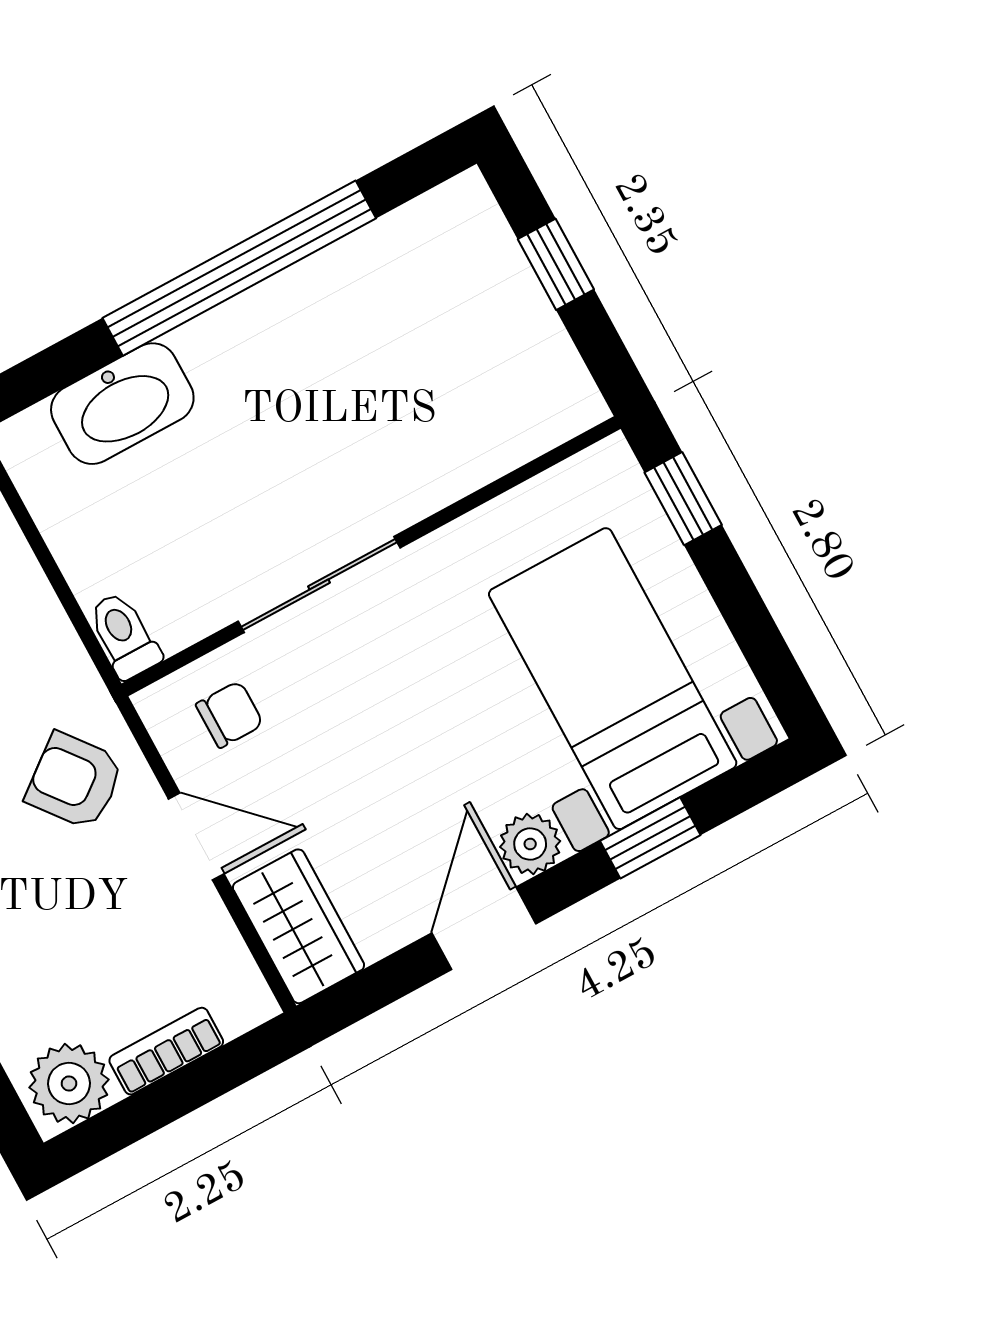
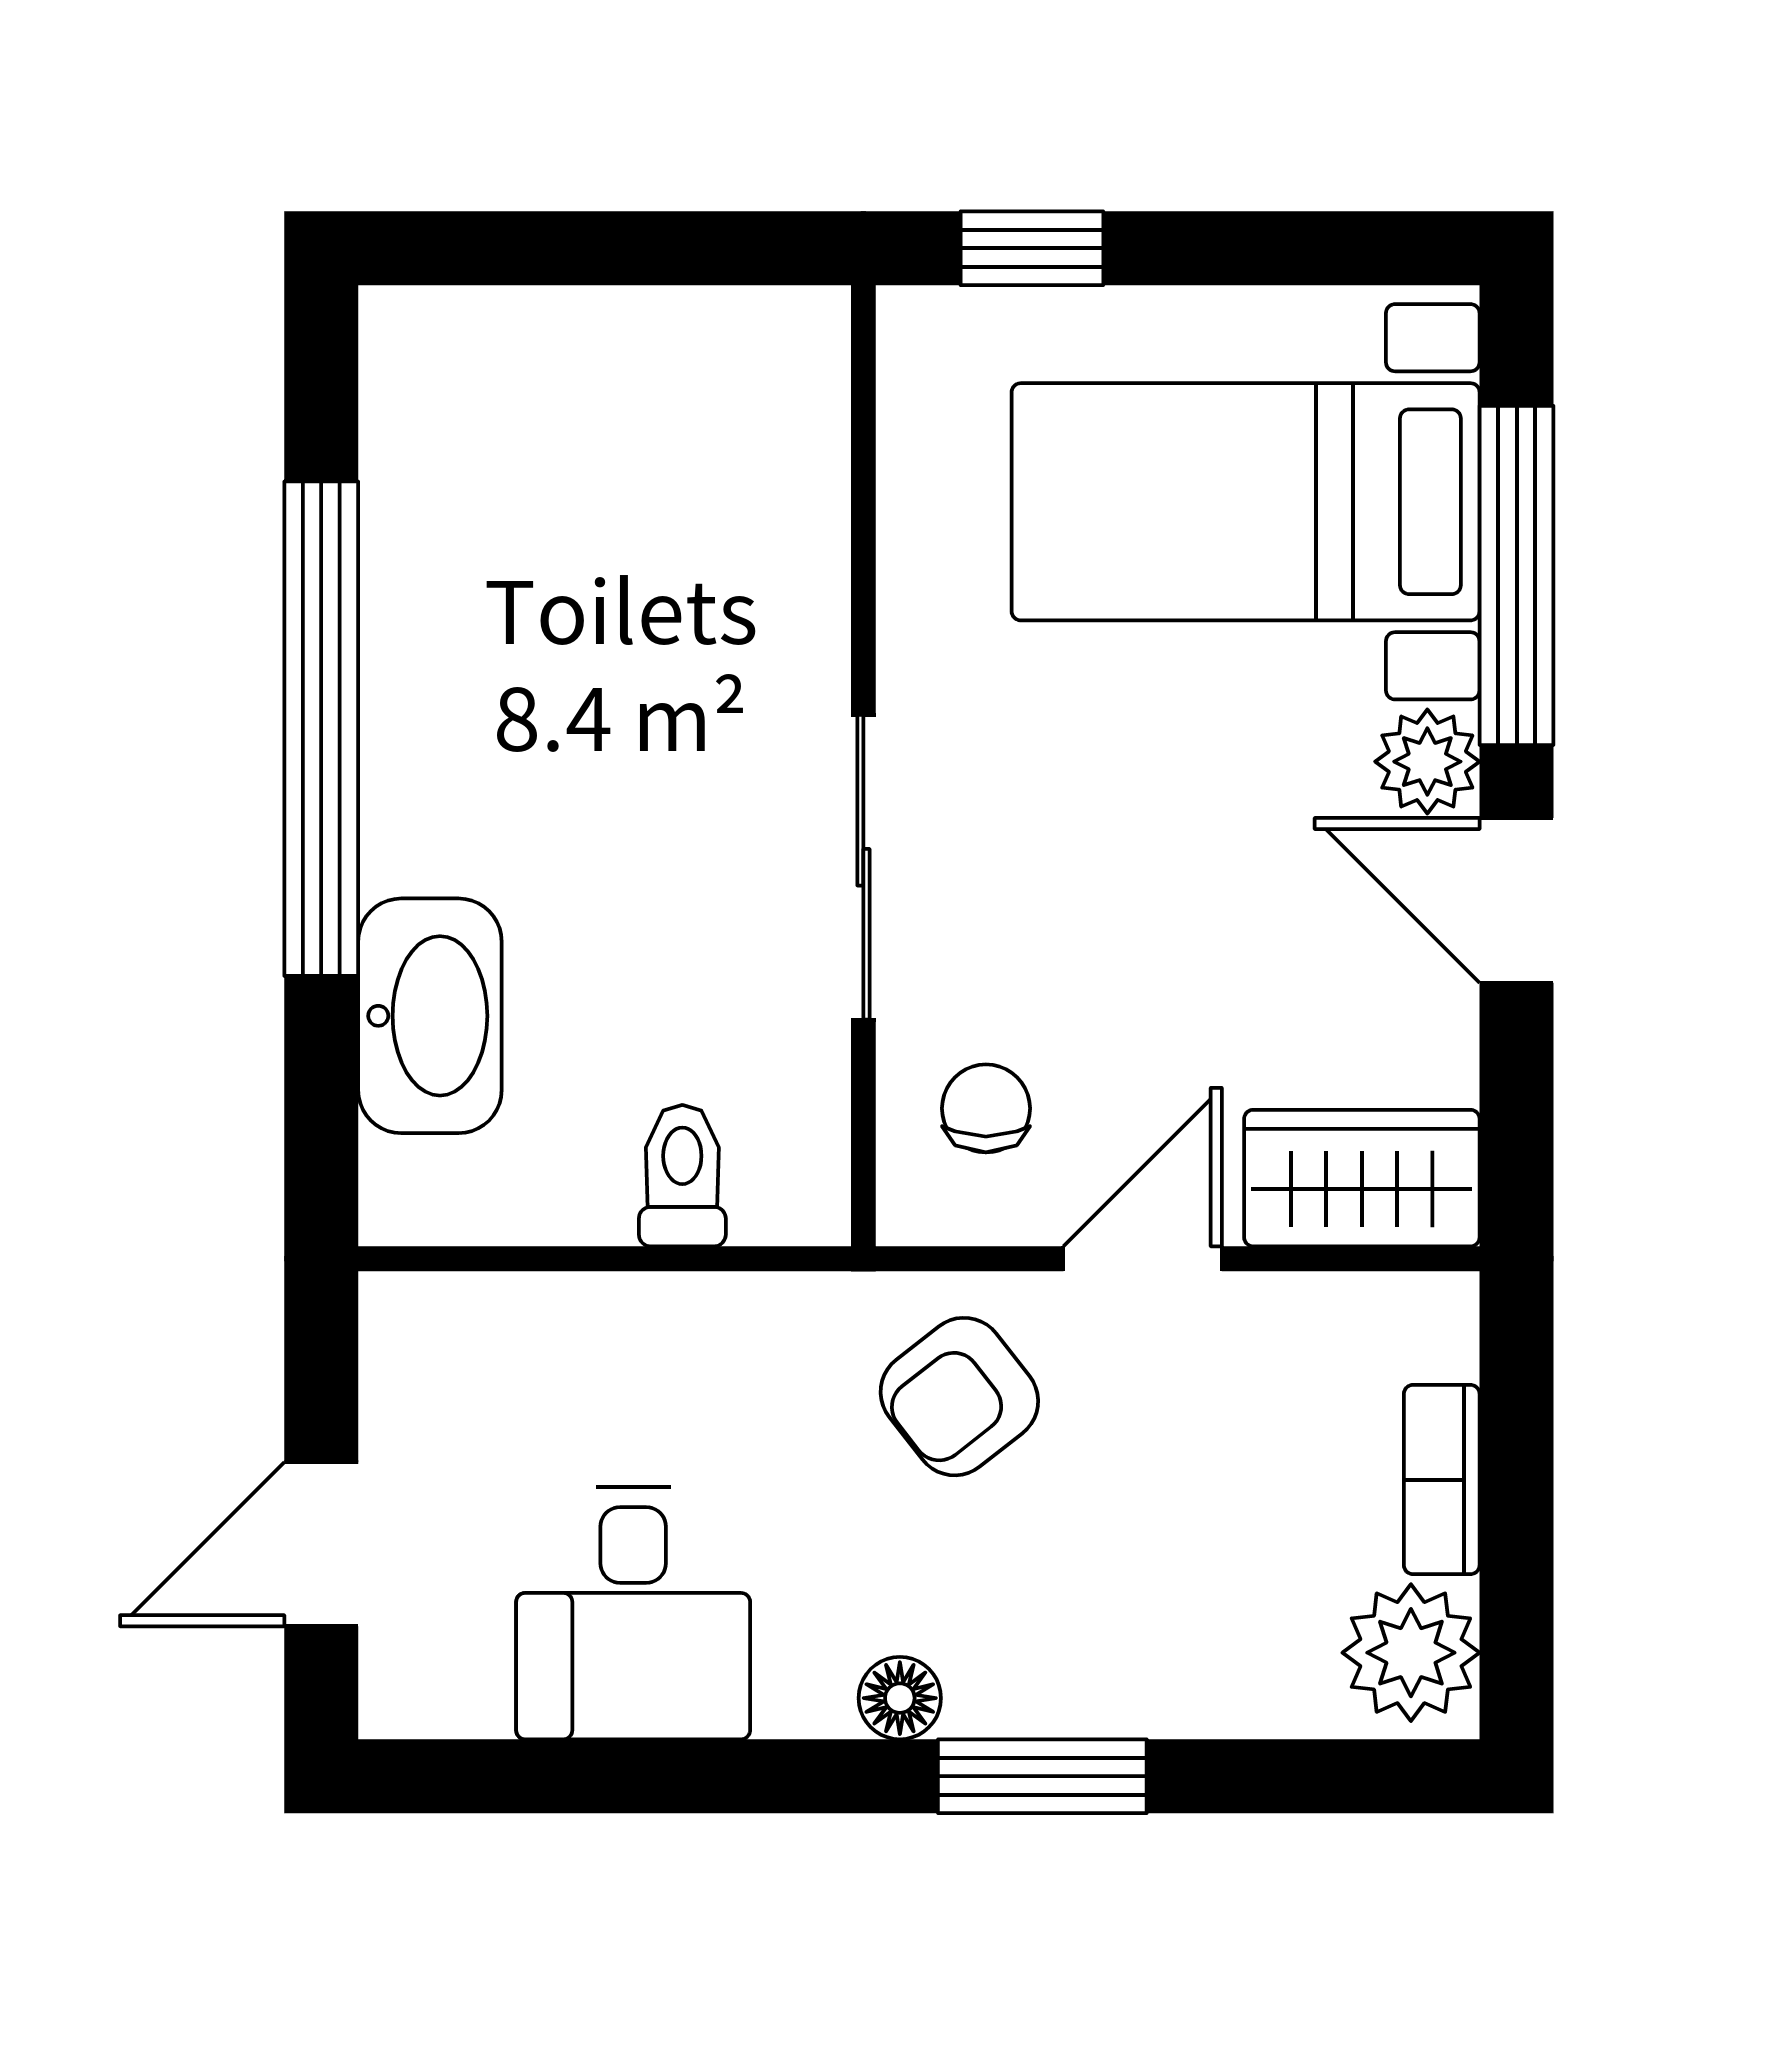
window: (556, 264) -> (575, 248), removed
toilet: (124, 635) -> (682, 1176), moved, turned 90
window: (650, 838) -> (1517, 575), width x2.17

